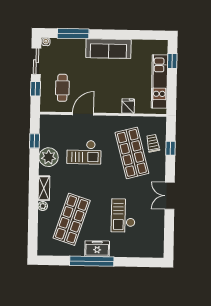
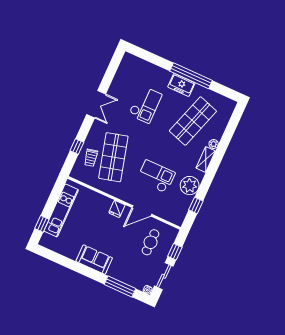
sofa: (108, 49) -> (94, 260), width x0.73
fridge: (128, 106) -> (117, 209), moved

